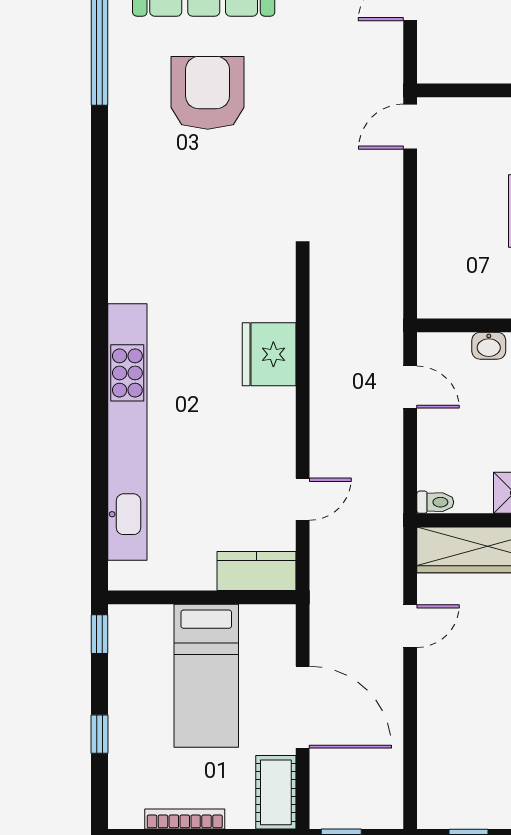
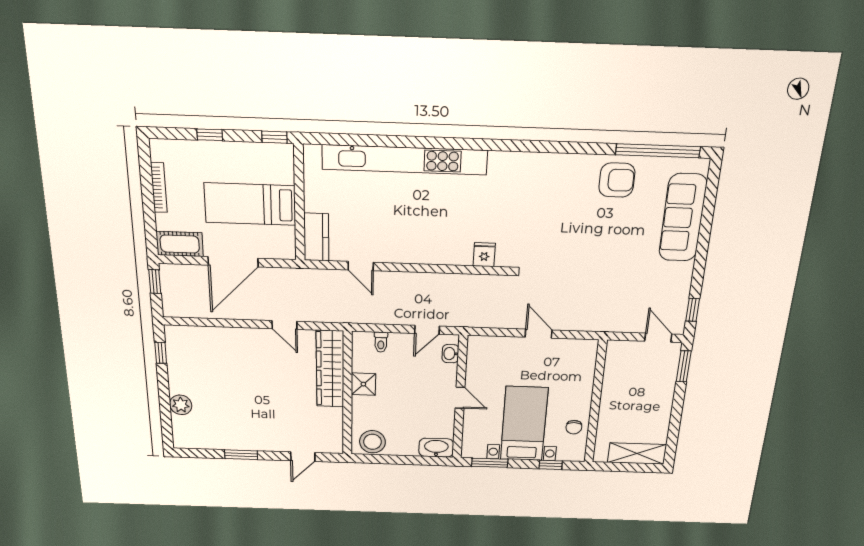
armchair: (208, 93) -> (617, 180), moved, width x0.73, depth x0.73
door: (410, 127) -> (539, 334), moved
washbasin: (489, 346) -> (450, 354), moved
fridge: (269, 354) -> (484, 255), moved, width x0.53, depth x0.75
toilet: (435, 502) -> (381, 342), moved

